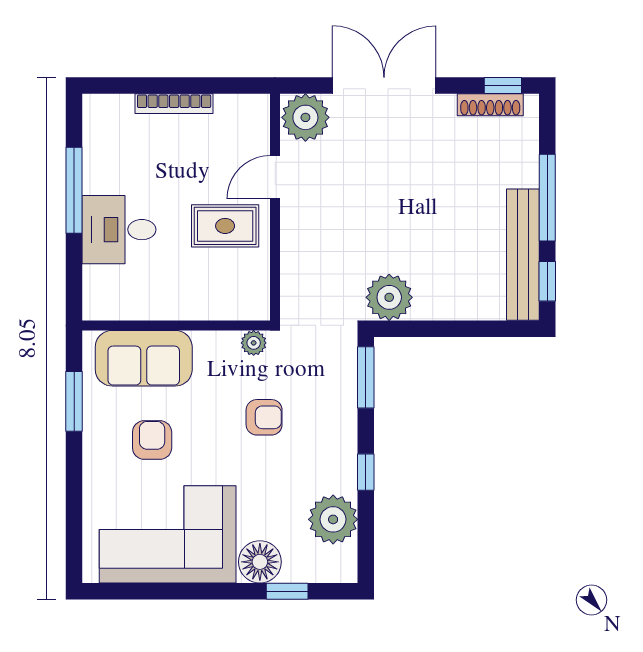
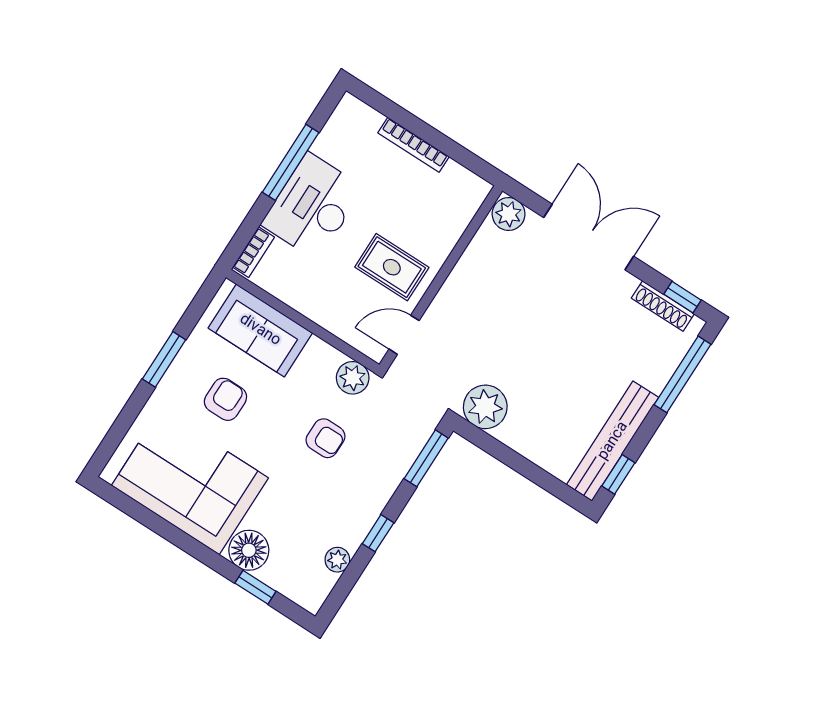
plant: (305, 117) -> (509, 214), width x0.73, depth x0.73
door: (275, 177) -> (404, 335), moved
window: (547, 198) -> (683, 374), moved
desk: (119, 230) -> (313, 206), width x1.37
bookcase: (92, 292) -> (253, 252), added
plant: (254, 343) -> (353, 378), width x1.38, depth x1.38
window: (74, 401) -> (164, 359), moved
plant: (333, 519) -> (337, 560), width x0.53, depth x0.53

